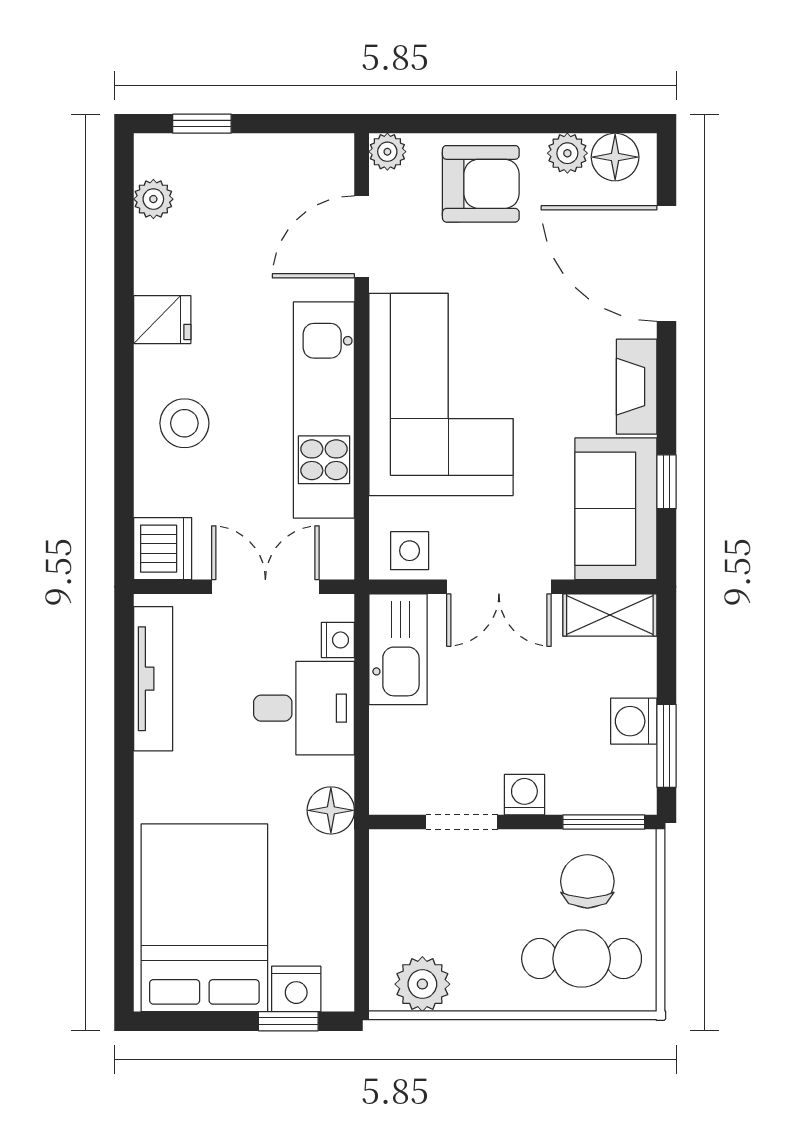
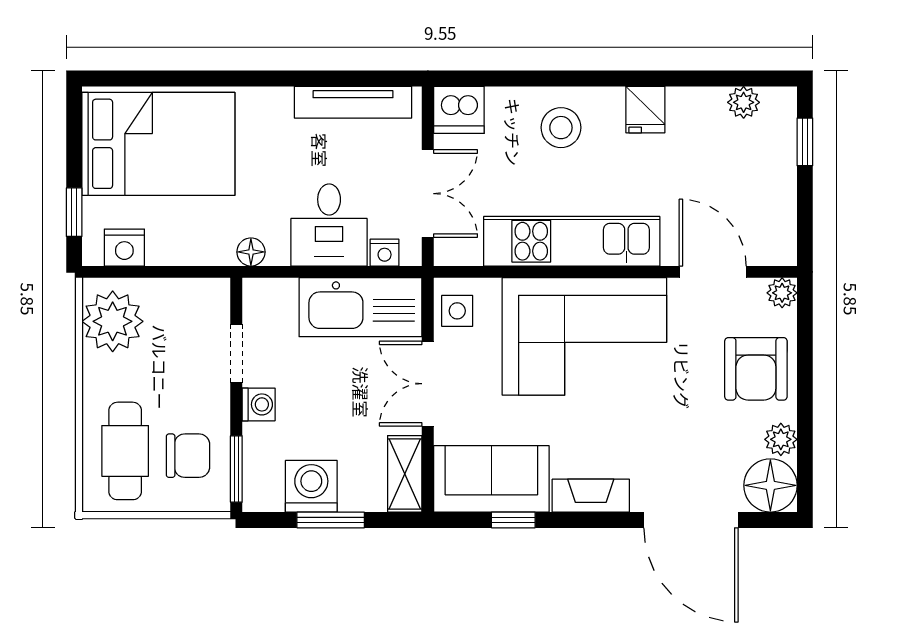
floor lamp: (615, 157) -> (770, 485), width x1.38, depth x1.38
door: (666, 263) -> (691, 520), swing flipped
kitchen sink: (398, 649) -> (361, 307), width x1.36, depth x1.24
washing machine: (634, 721) -> (311, 486), width x1.38, depth x1.38
window: (666, 746) -> (331, 520), moved
floor lamp: (331, 810) -> (251, 252), width x0.73, depth x0.73
plant: (422, 984) -> (113, 321), width x1.36, depth x1.36
nightstand: (296, 989) -> (124, 248), moved, turned -90

